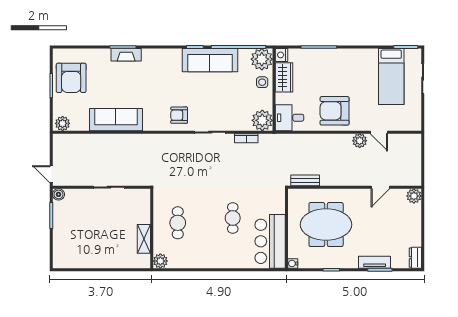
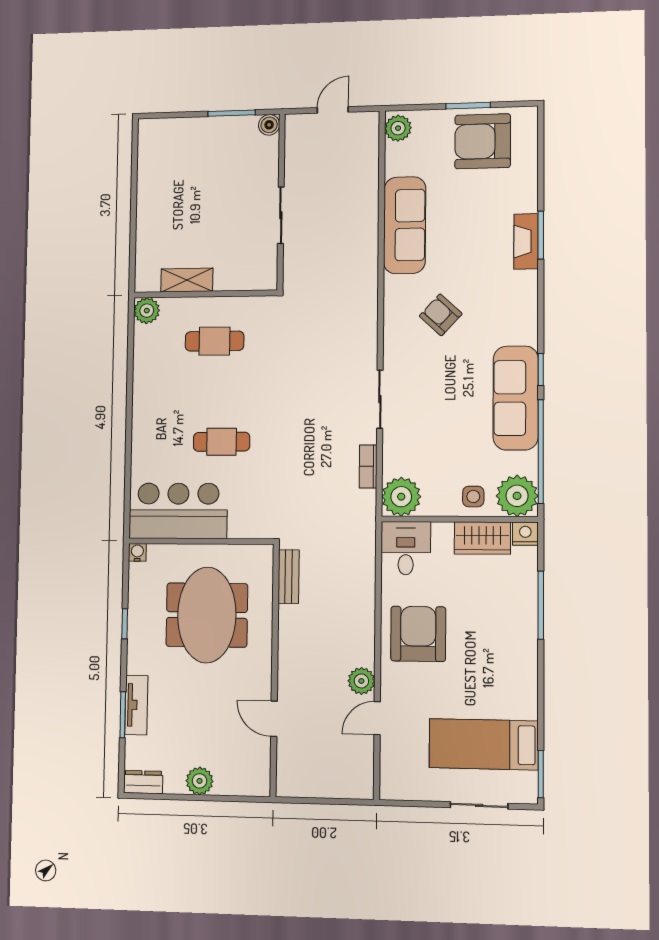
armchair: (179, 115) -> (441, 315), moved, turned -47
door: (51, 174) -> (333, 110), moved
plant: (414, 196) -> (200, 781), moved

